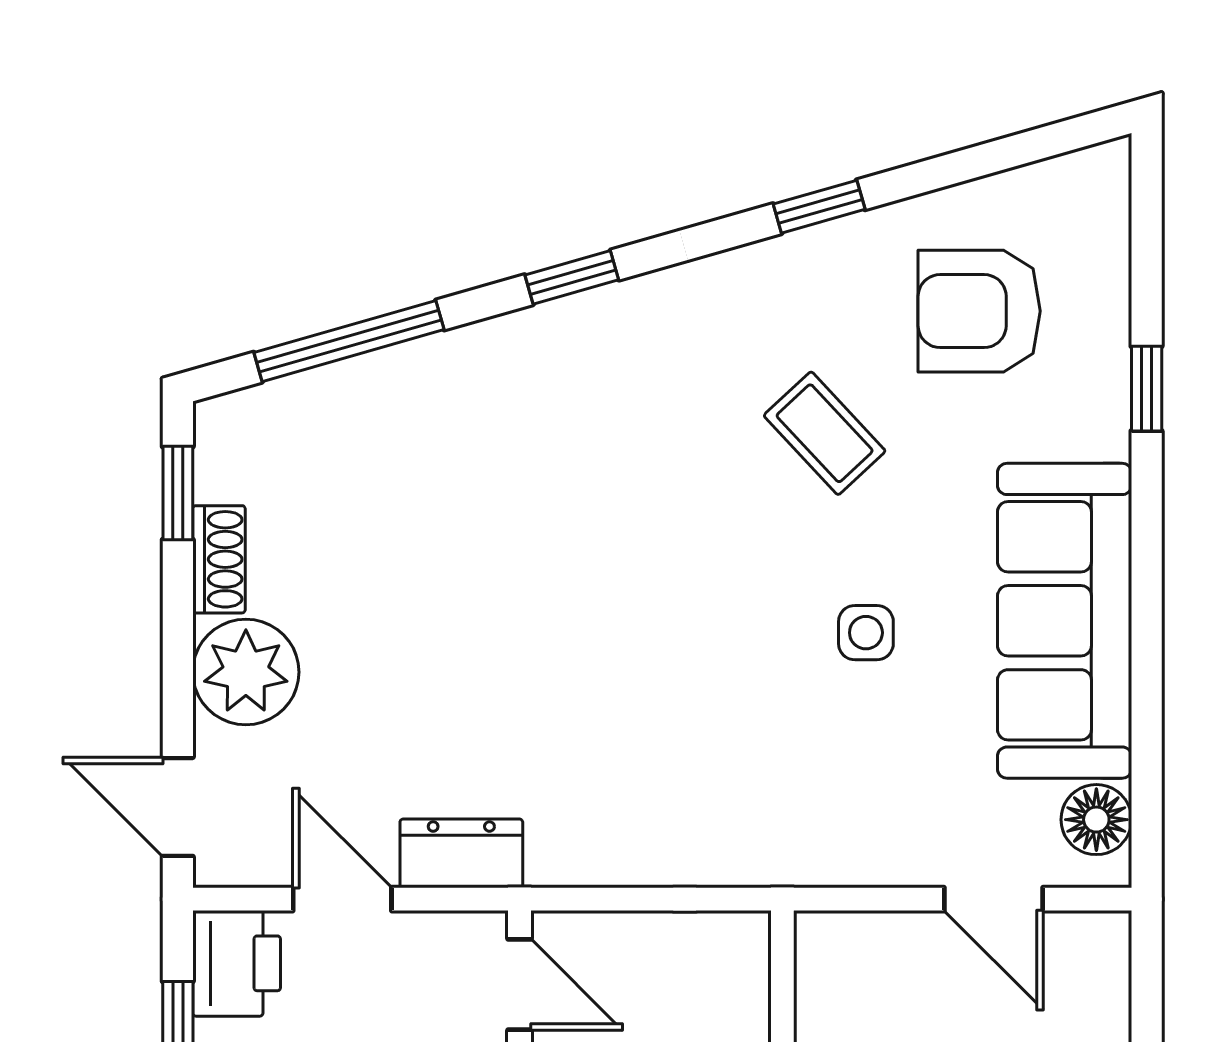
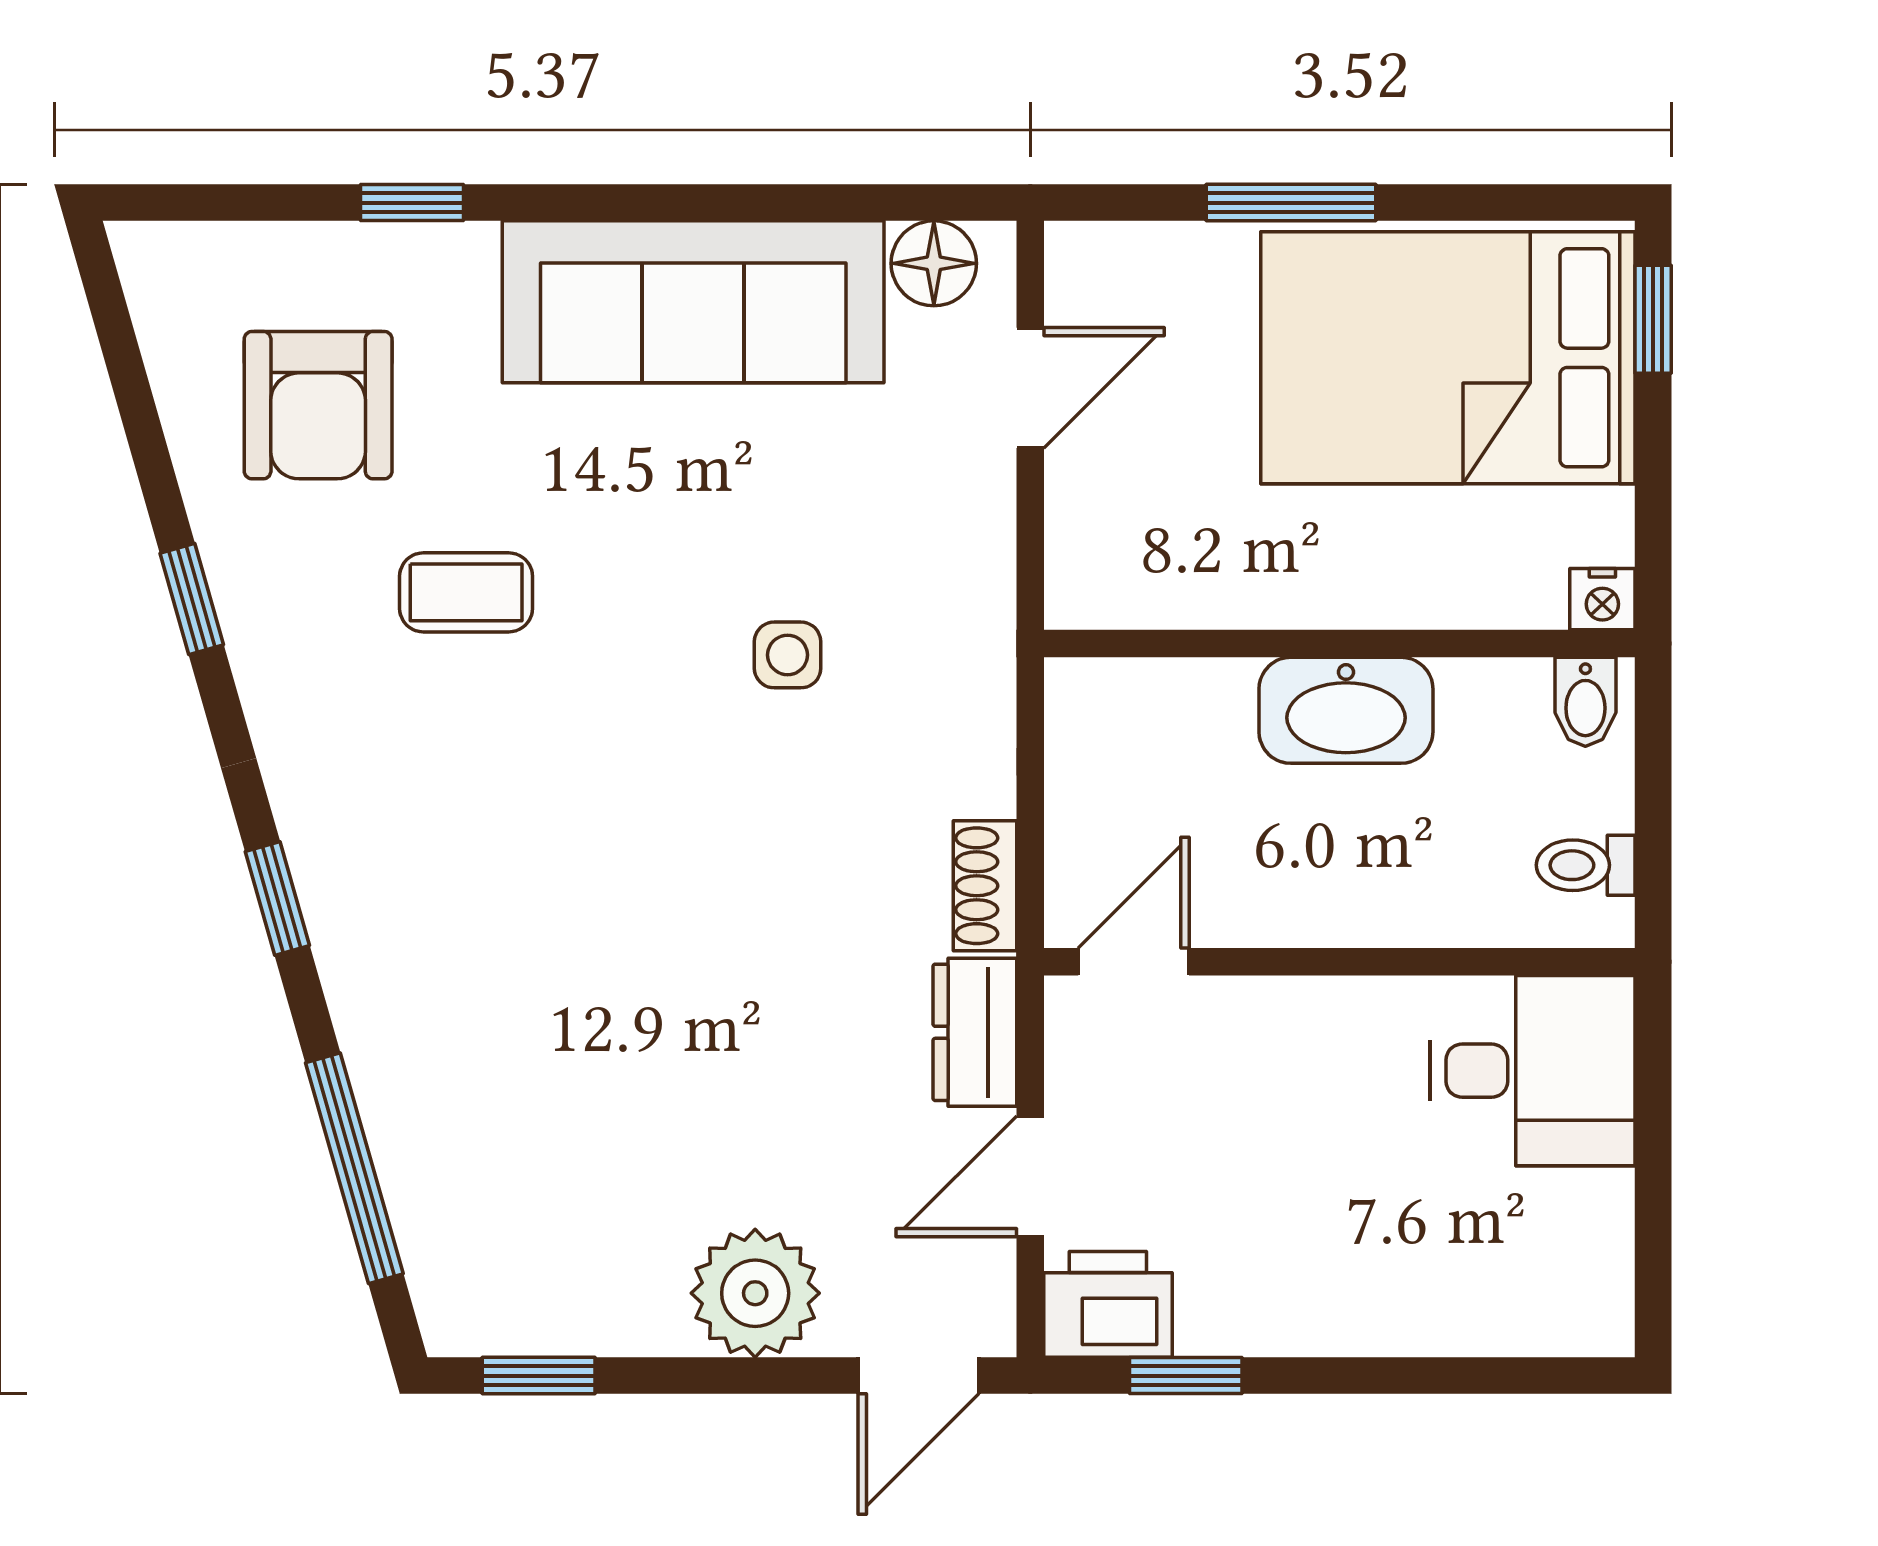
coffee table: (825, 433) -> (466, 592), turned 43
shoe rack: (219, 559) -> (985, 886), moved, turned -90
side table: (866, 633) -> (788, 655), moved

